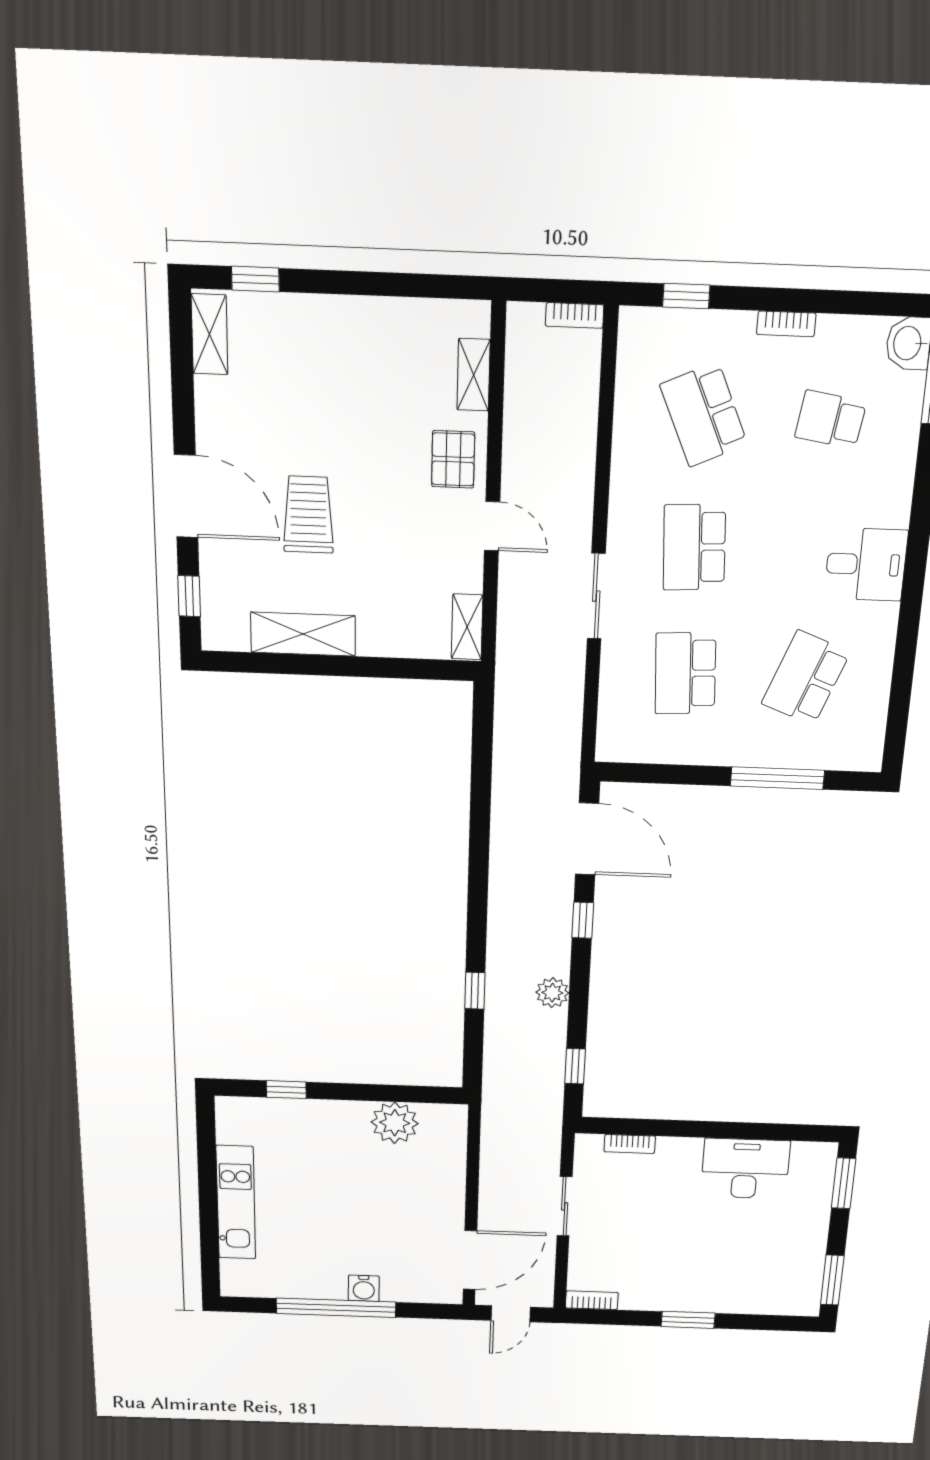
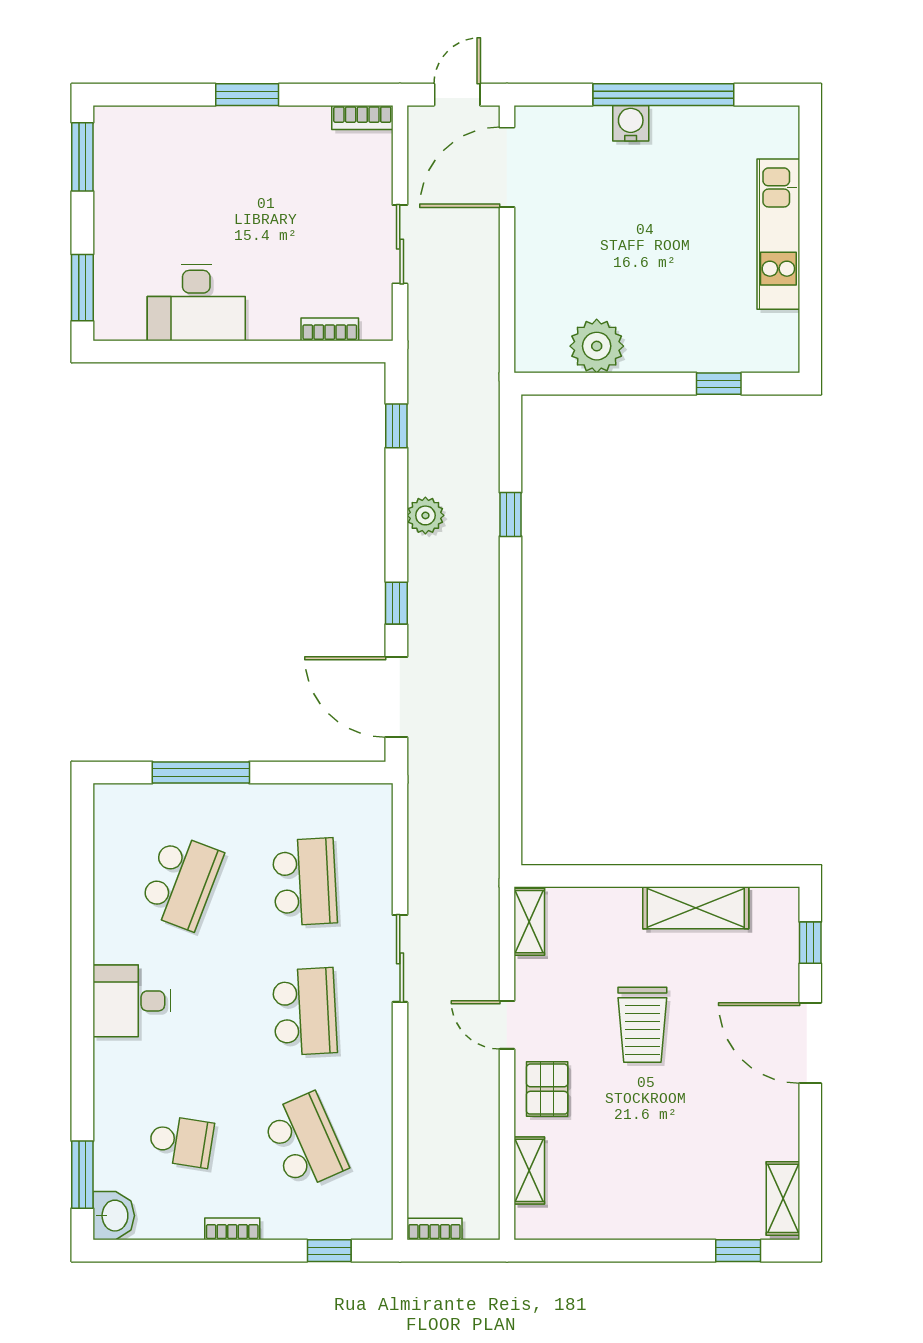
trolley: (308, 515) -> (642, 1025), moved

